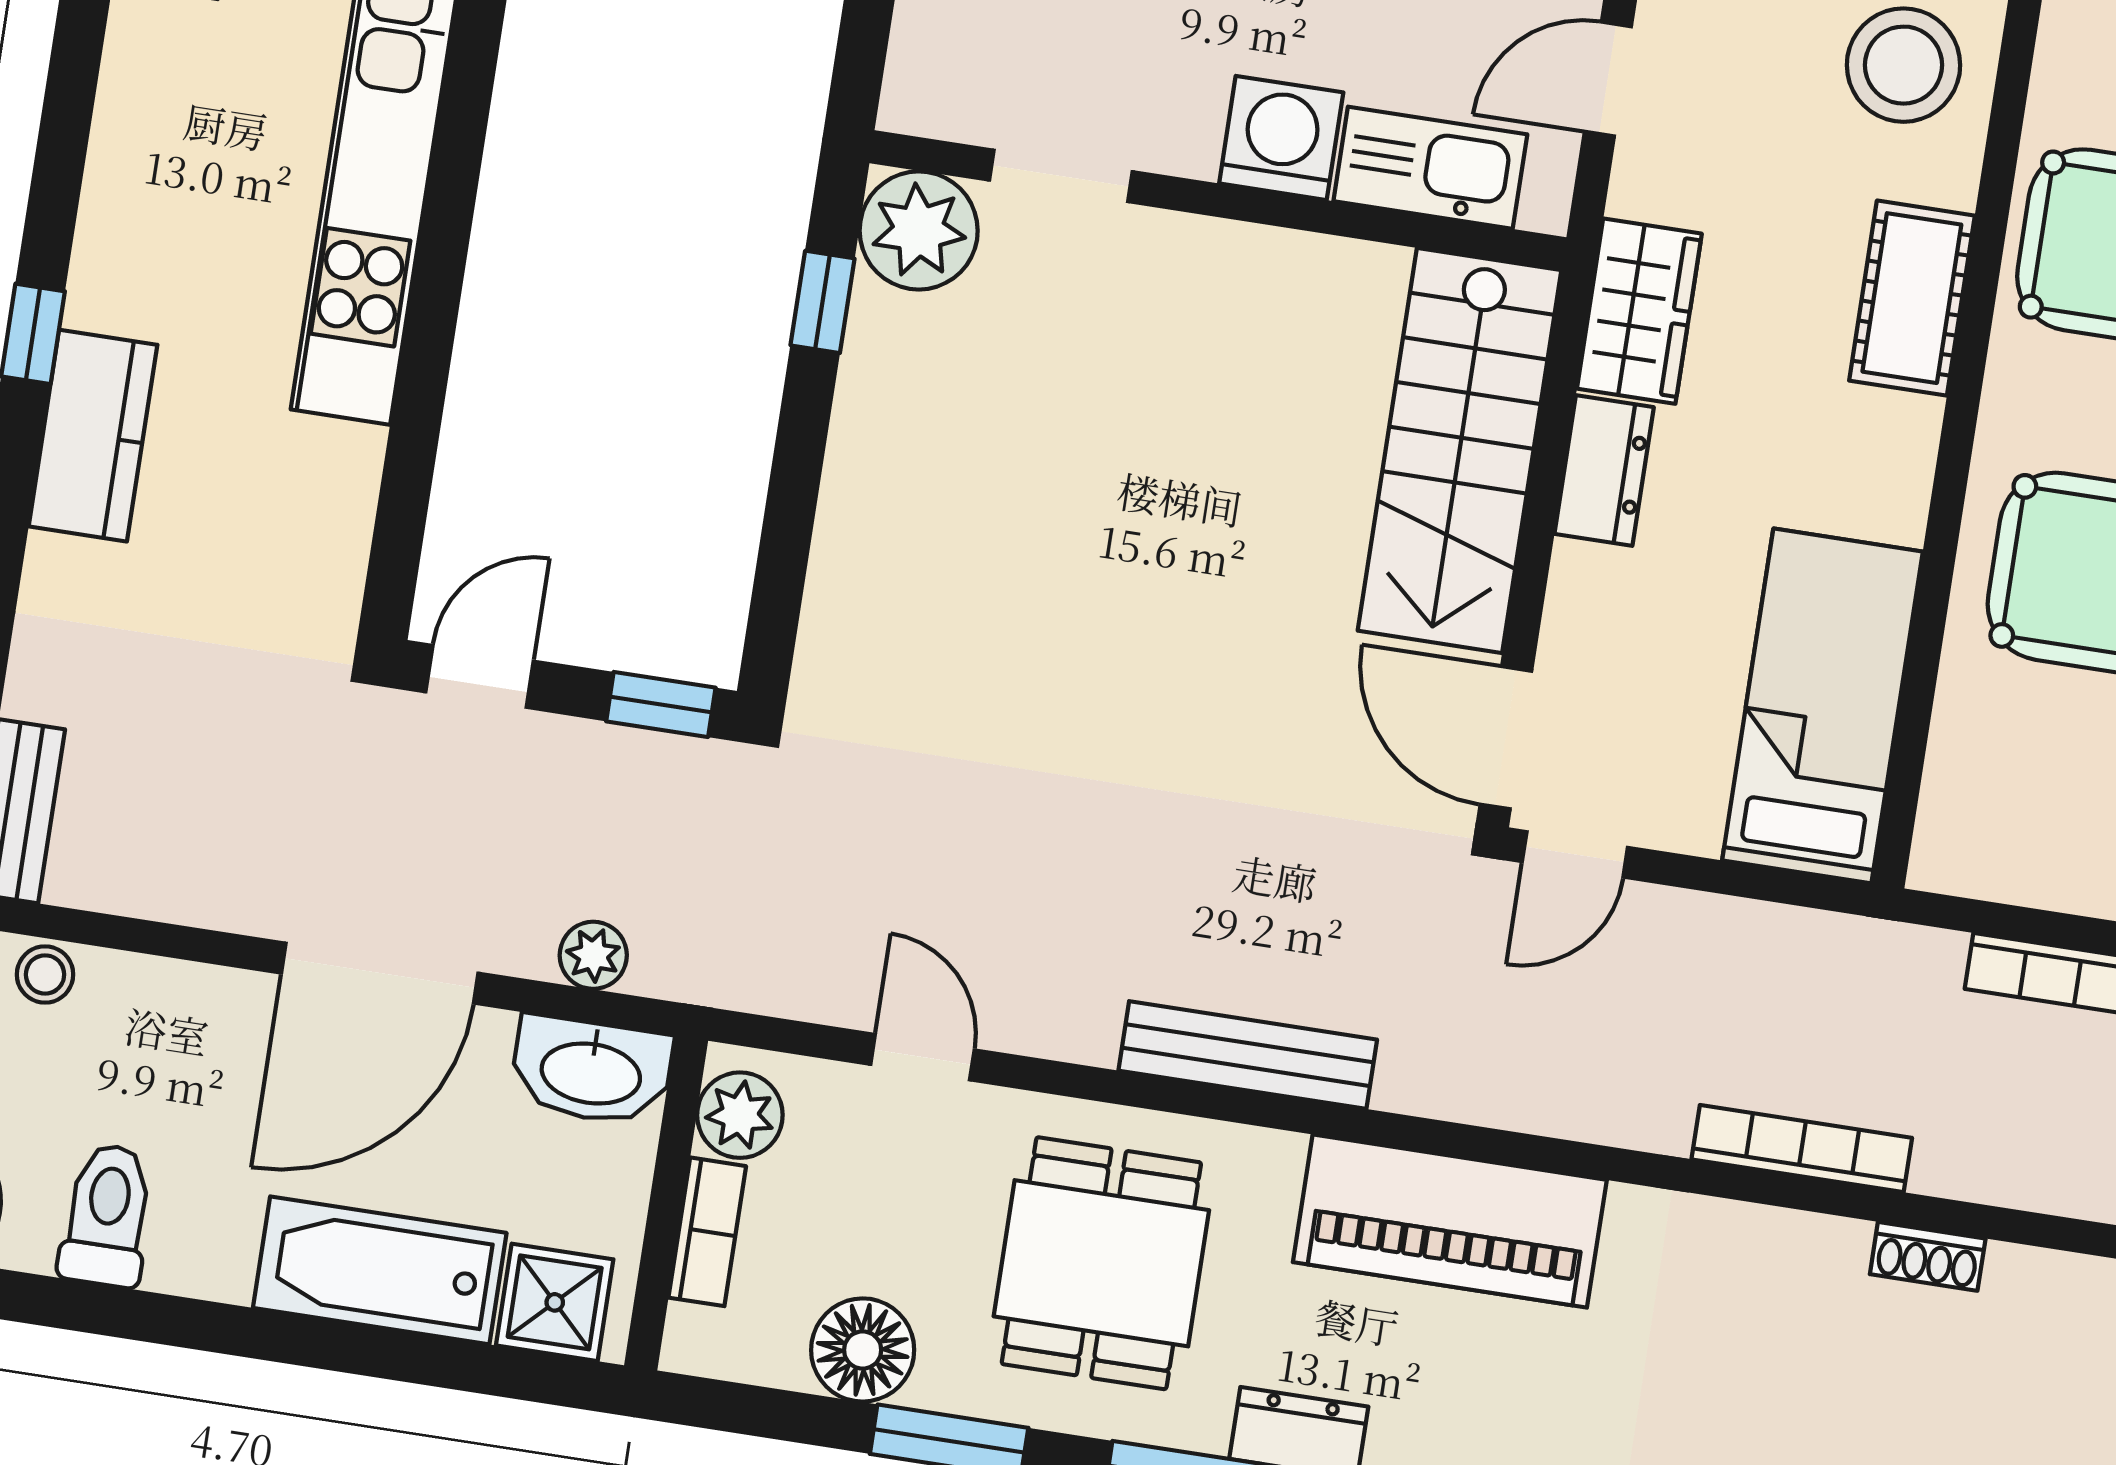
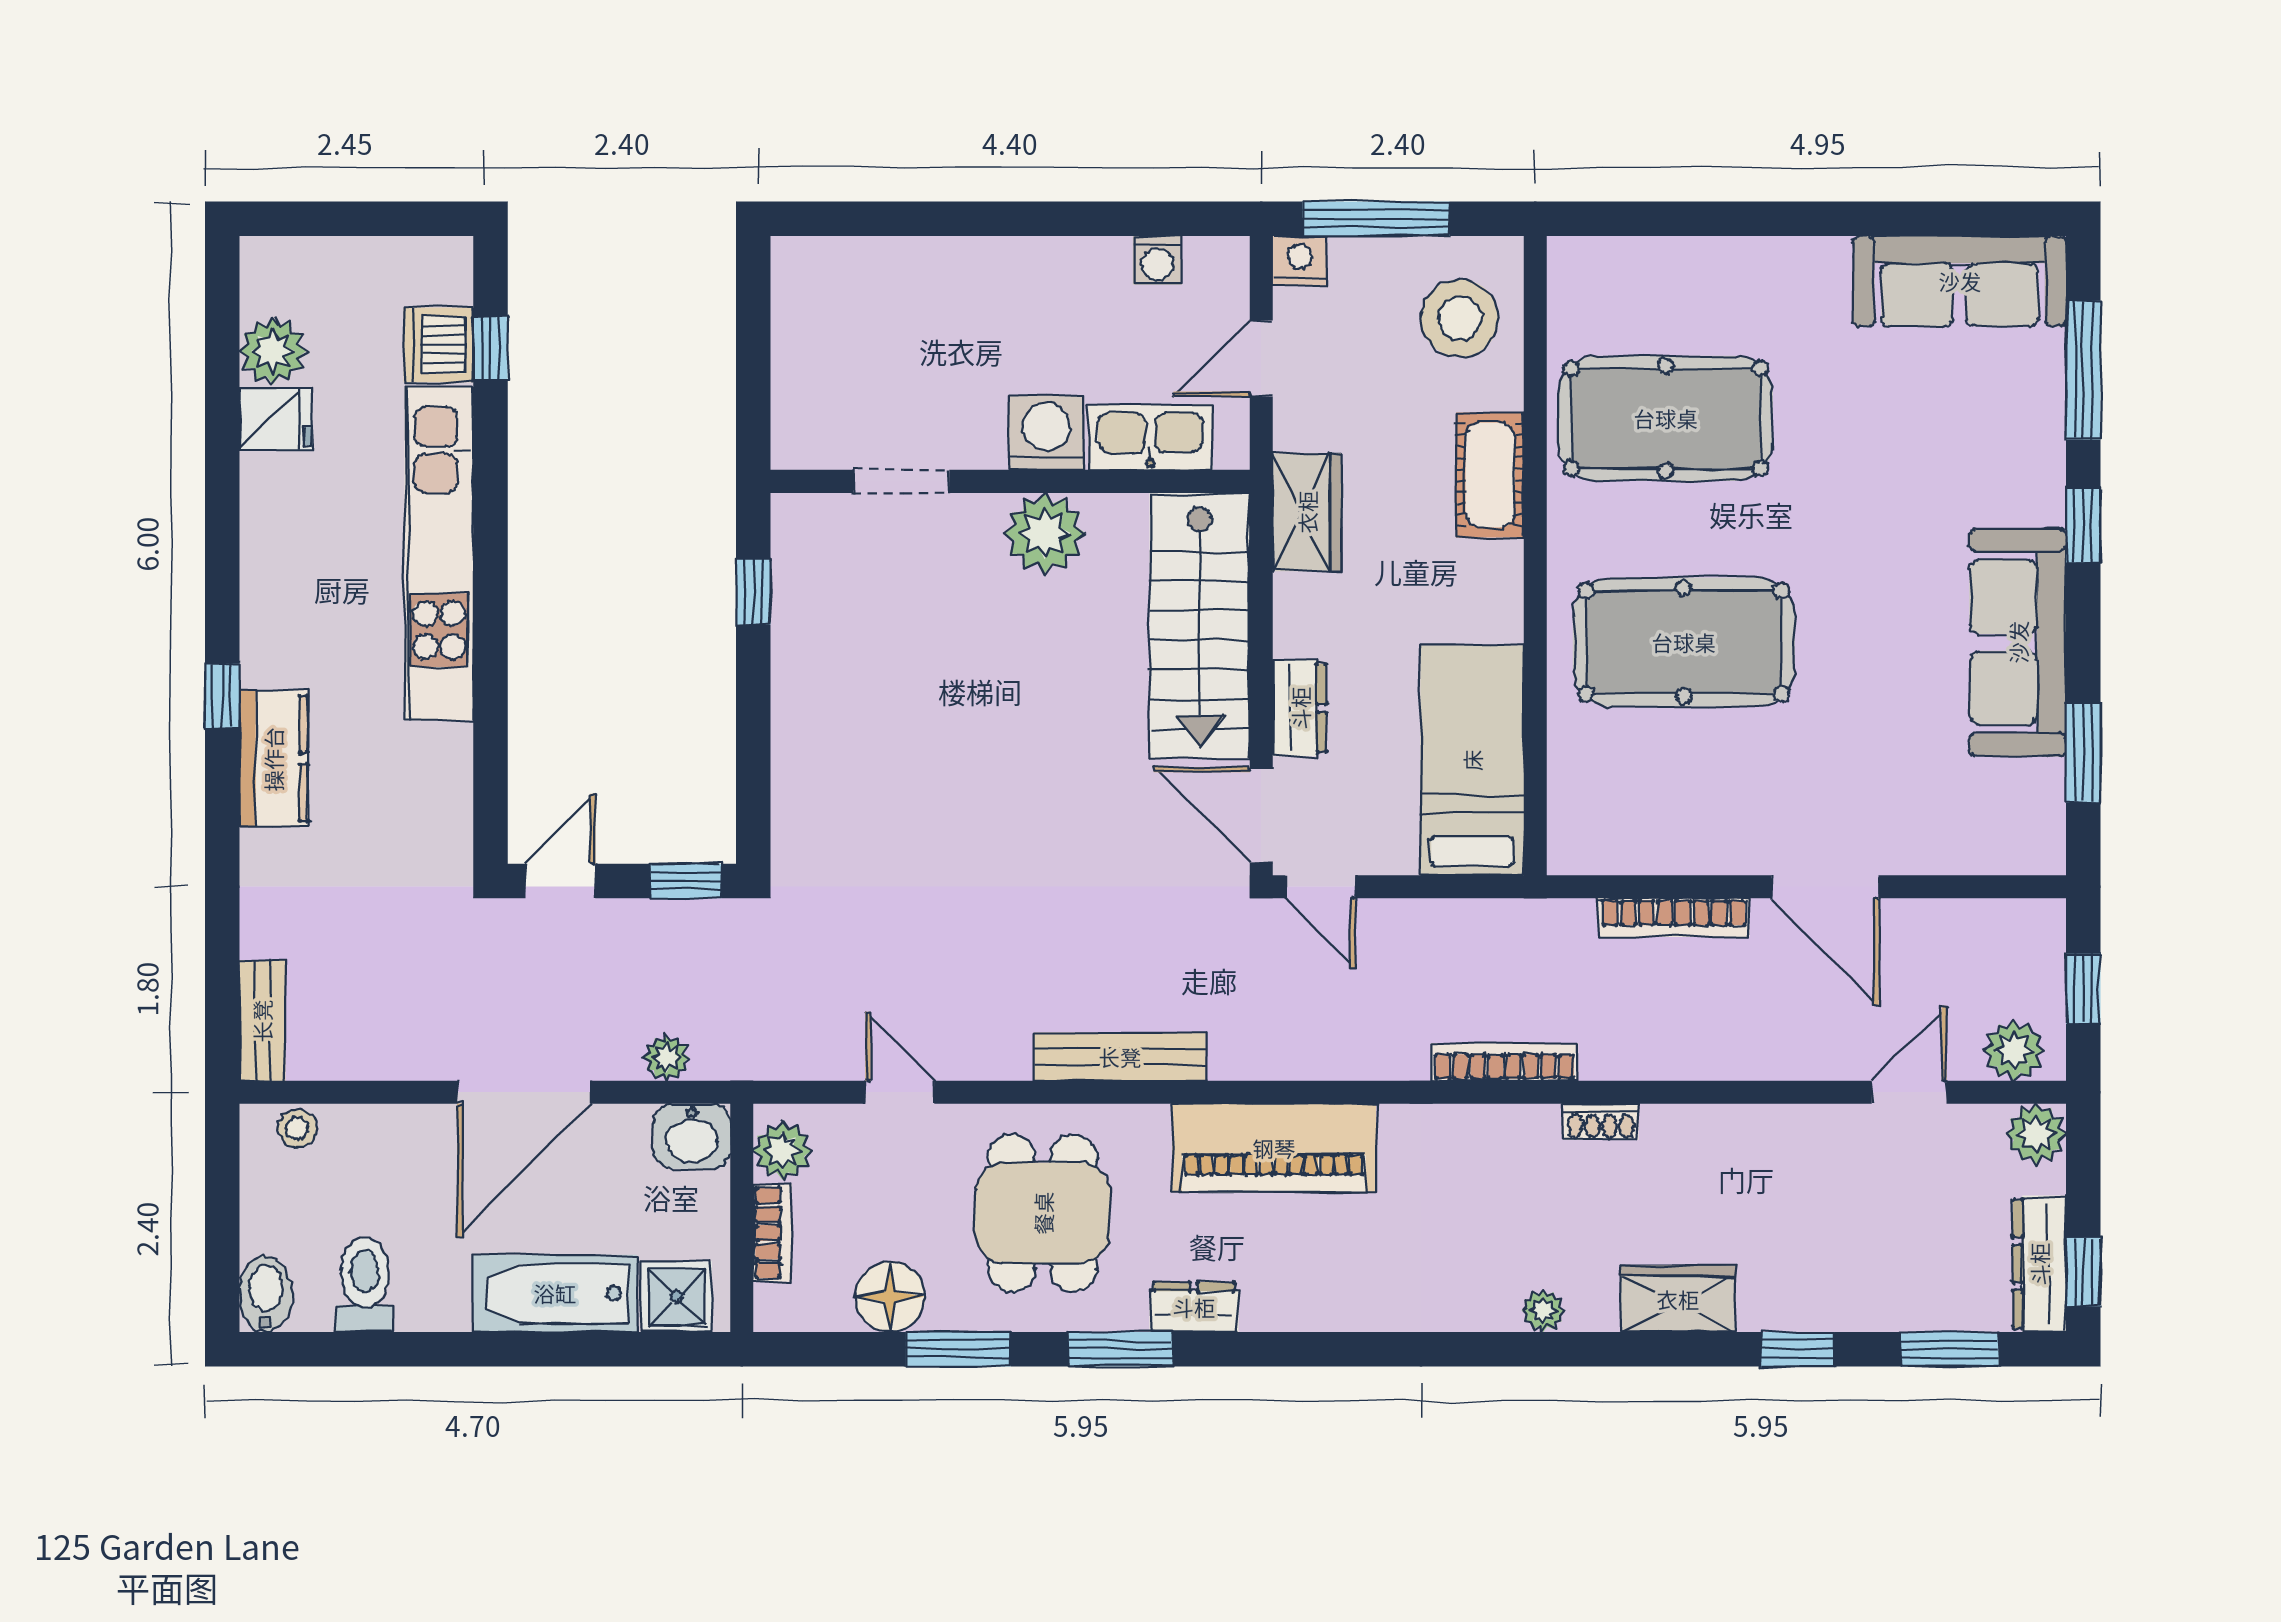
plant: (919, 230) -> (1045, 533), moved
dresser: (1604, 470) -> (1300, 708), moved
door: (1575, 854) -> (1320, 887), hinge flipped
washbasin: (591, 1071) -> (692, 1136), width x0.72

